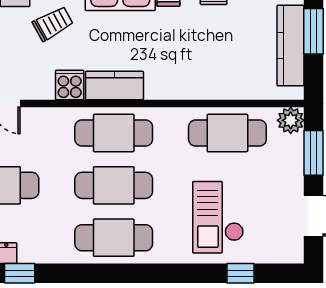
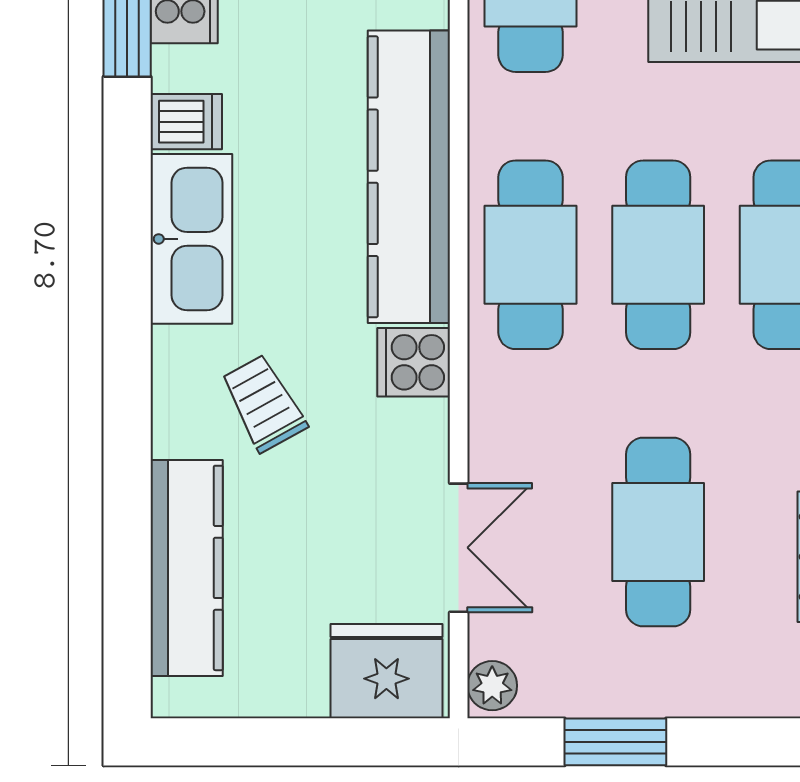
kitchen counter: (114, 85) -> (409, 177), width x2.08, depth x1.17

